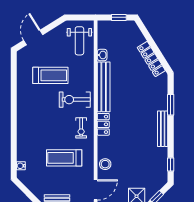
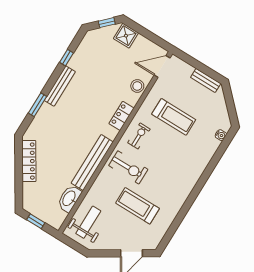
washbasin: (102, 55) -> (69, 198), width x1.91, depth x1.45
locker: (103, 124) -> (121, 116), moved
window: (171, 164) -> (66, 58), moved

